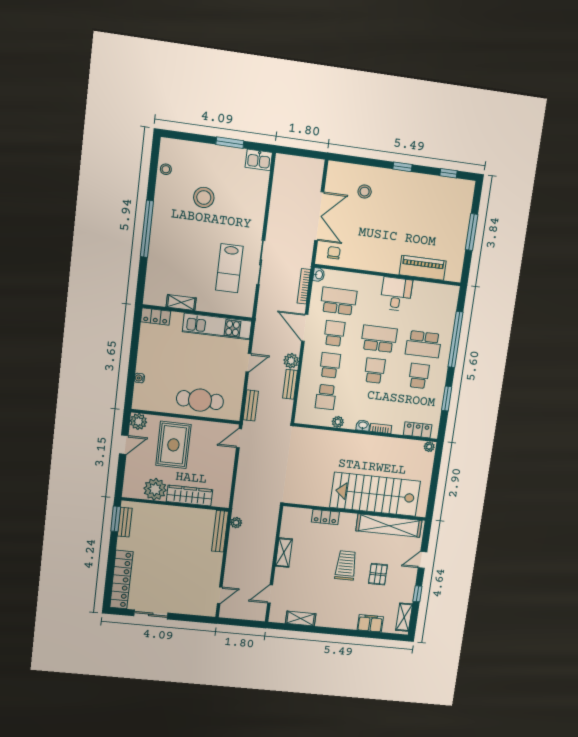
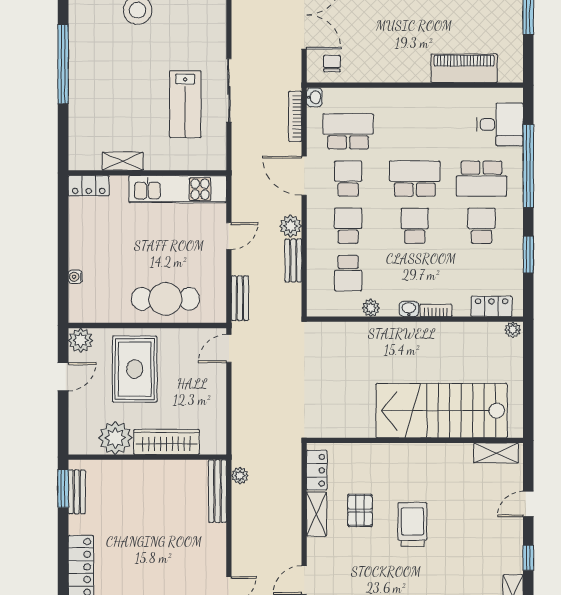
desk: (396, 294) -> (500, 124), moved, turned 90
locker: (325, 517) -> (317, 470), moved, turned -90
shelving: (389, 526) -> (496, 453), width x0.45, depth x0.75
pallet: (378, 574) -> (360, 510), moved

